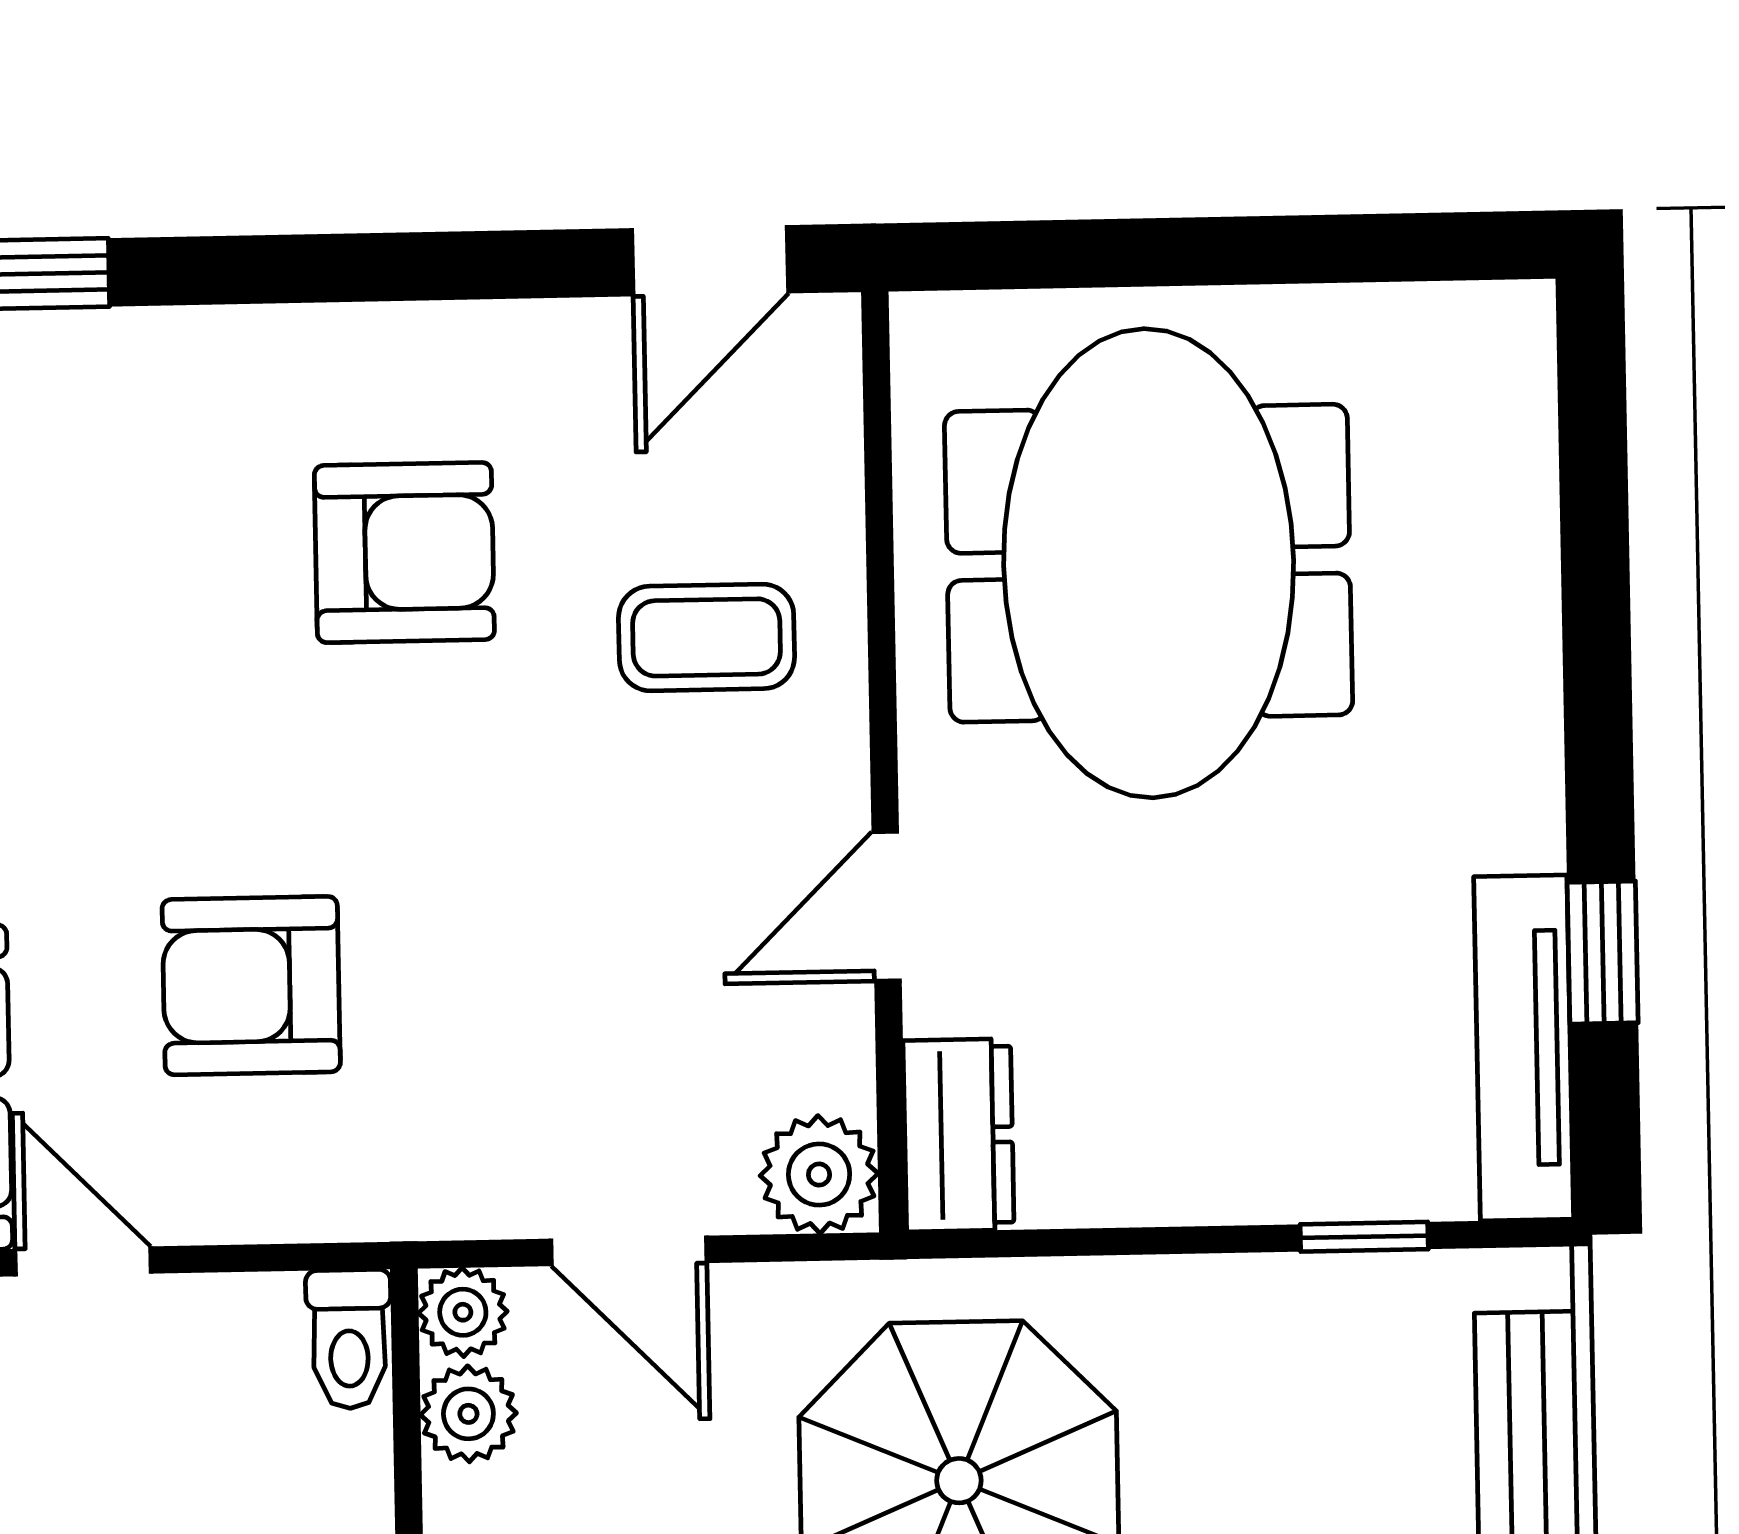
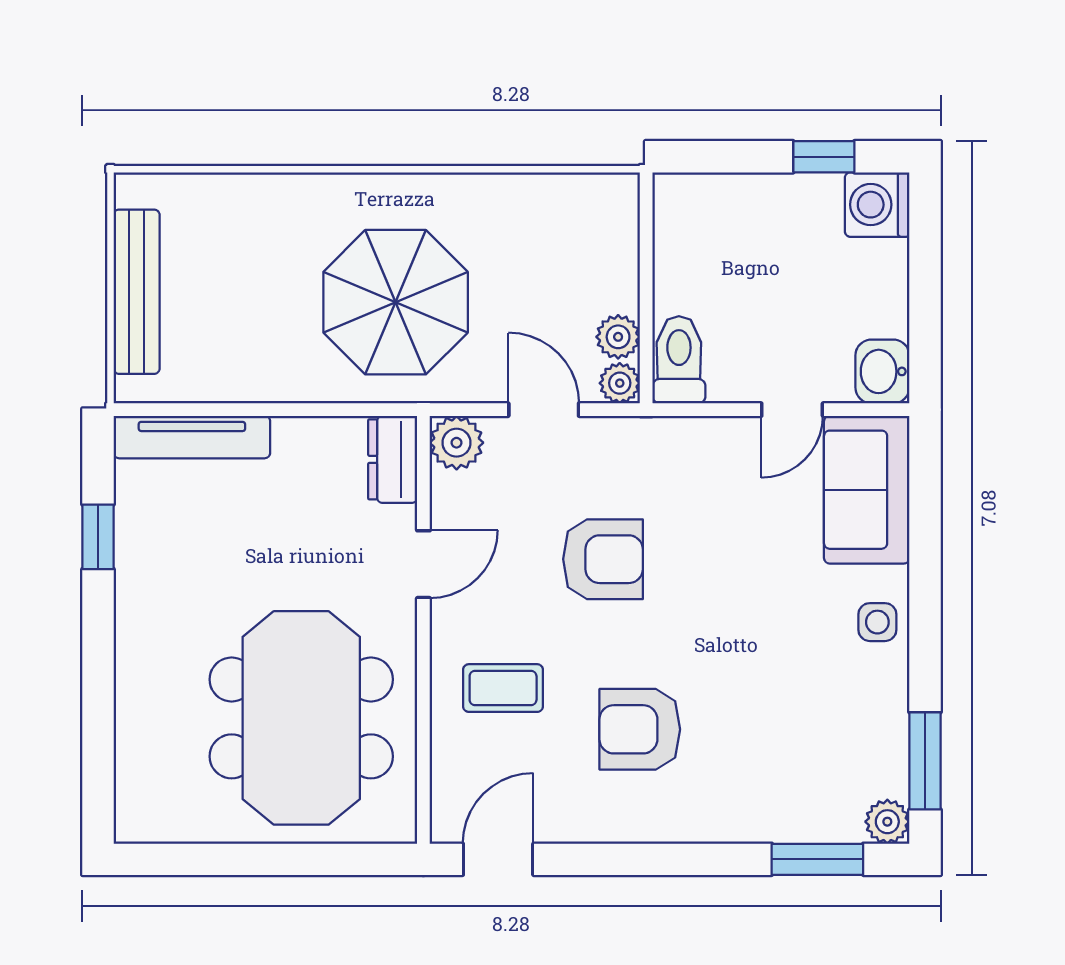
armchair: (251, 986) -> (603, 559), moved
tv unit: (1524, 1048) -> (192, 437), moved, turned 90
window: (1364, 1237) -> (209, 410), removed
door: (83, 1261) -> (792, 410), hinge flipped
toilet: (349, 1339) -> (679, 360), width x1.37, depth x1.39

